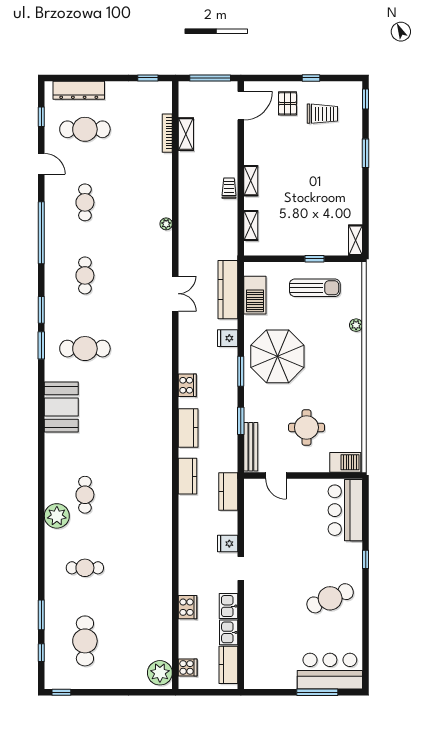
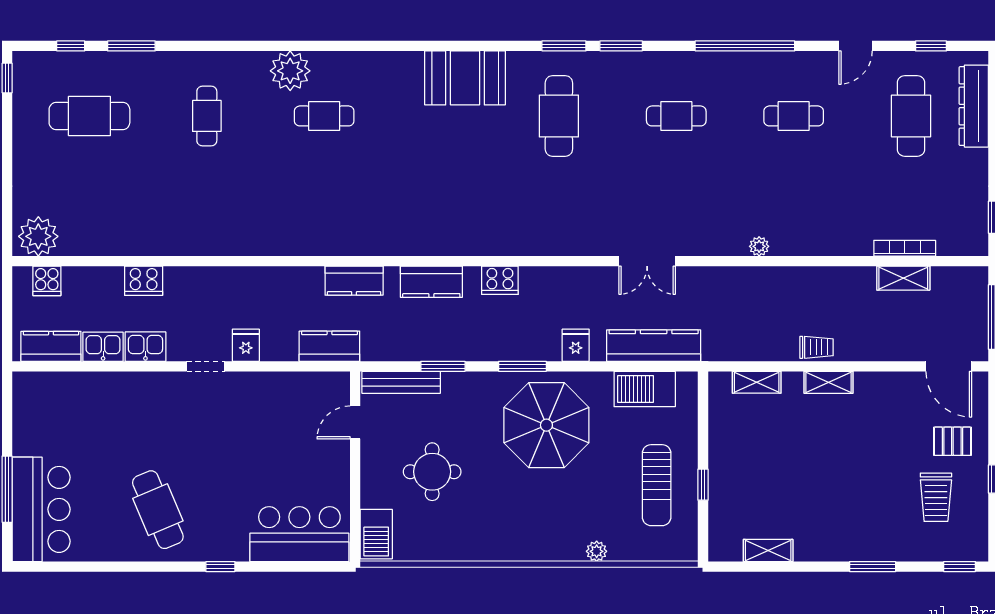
shelving: (356, 240) -> (768, 550), moved

